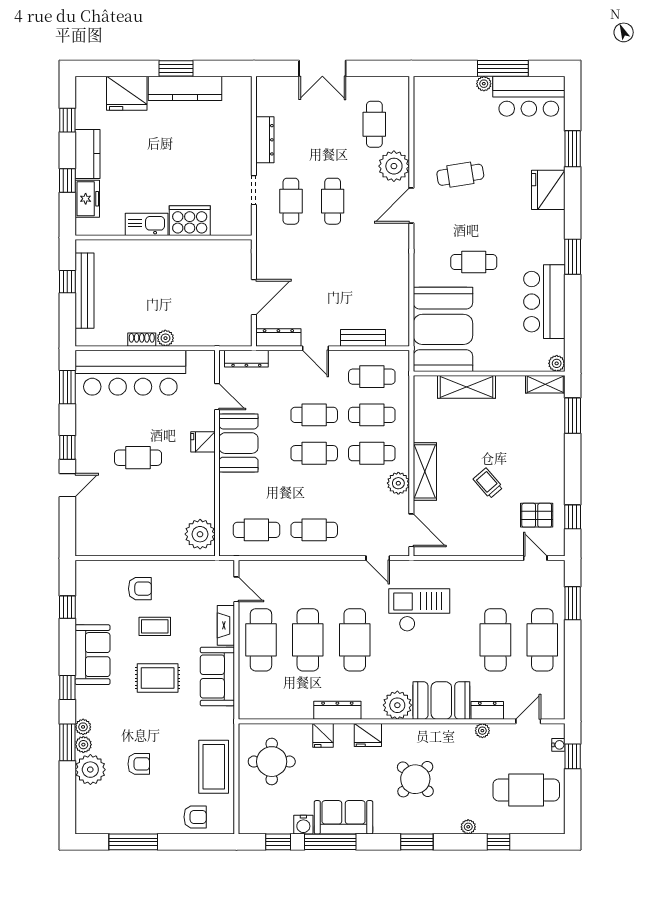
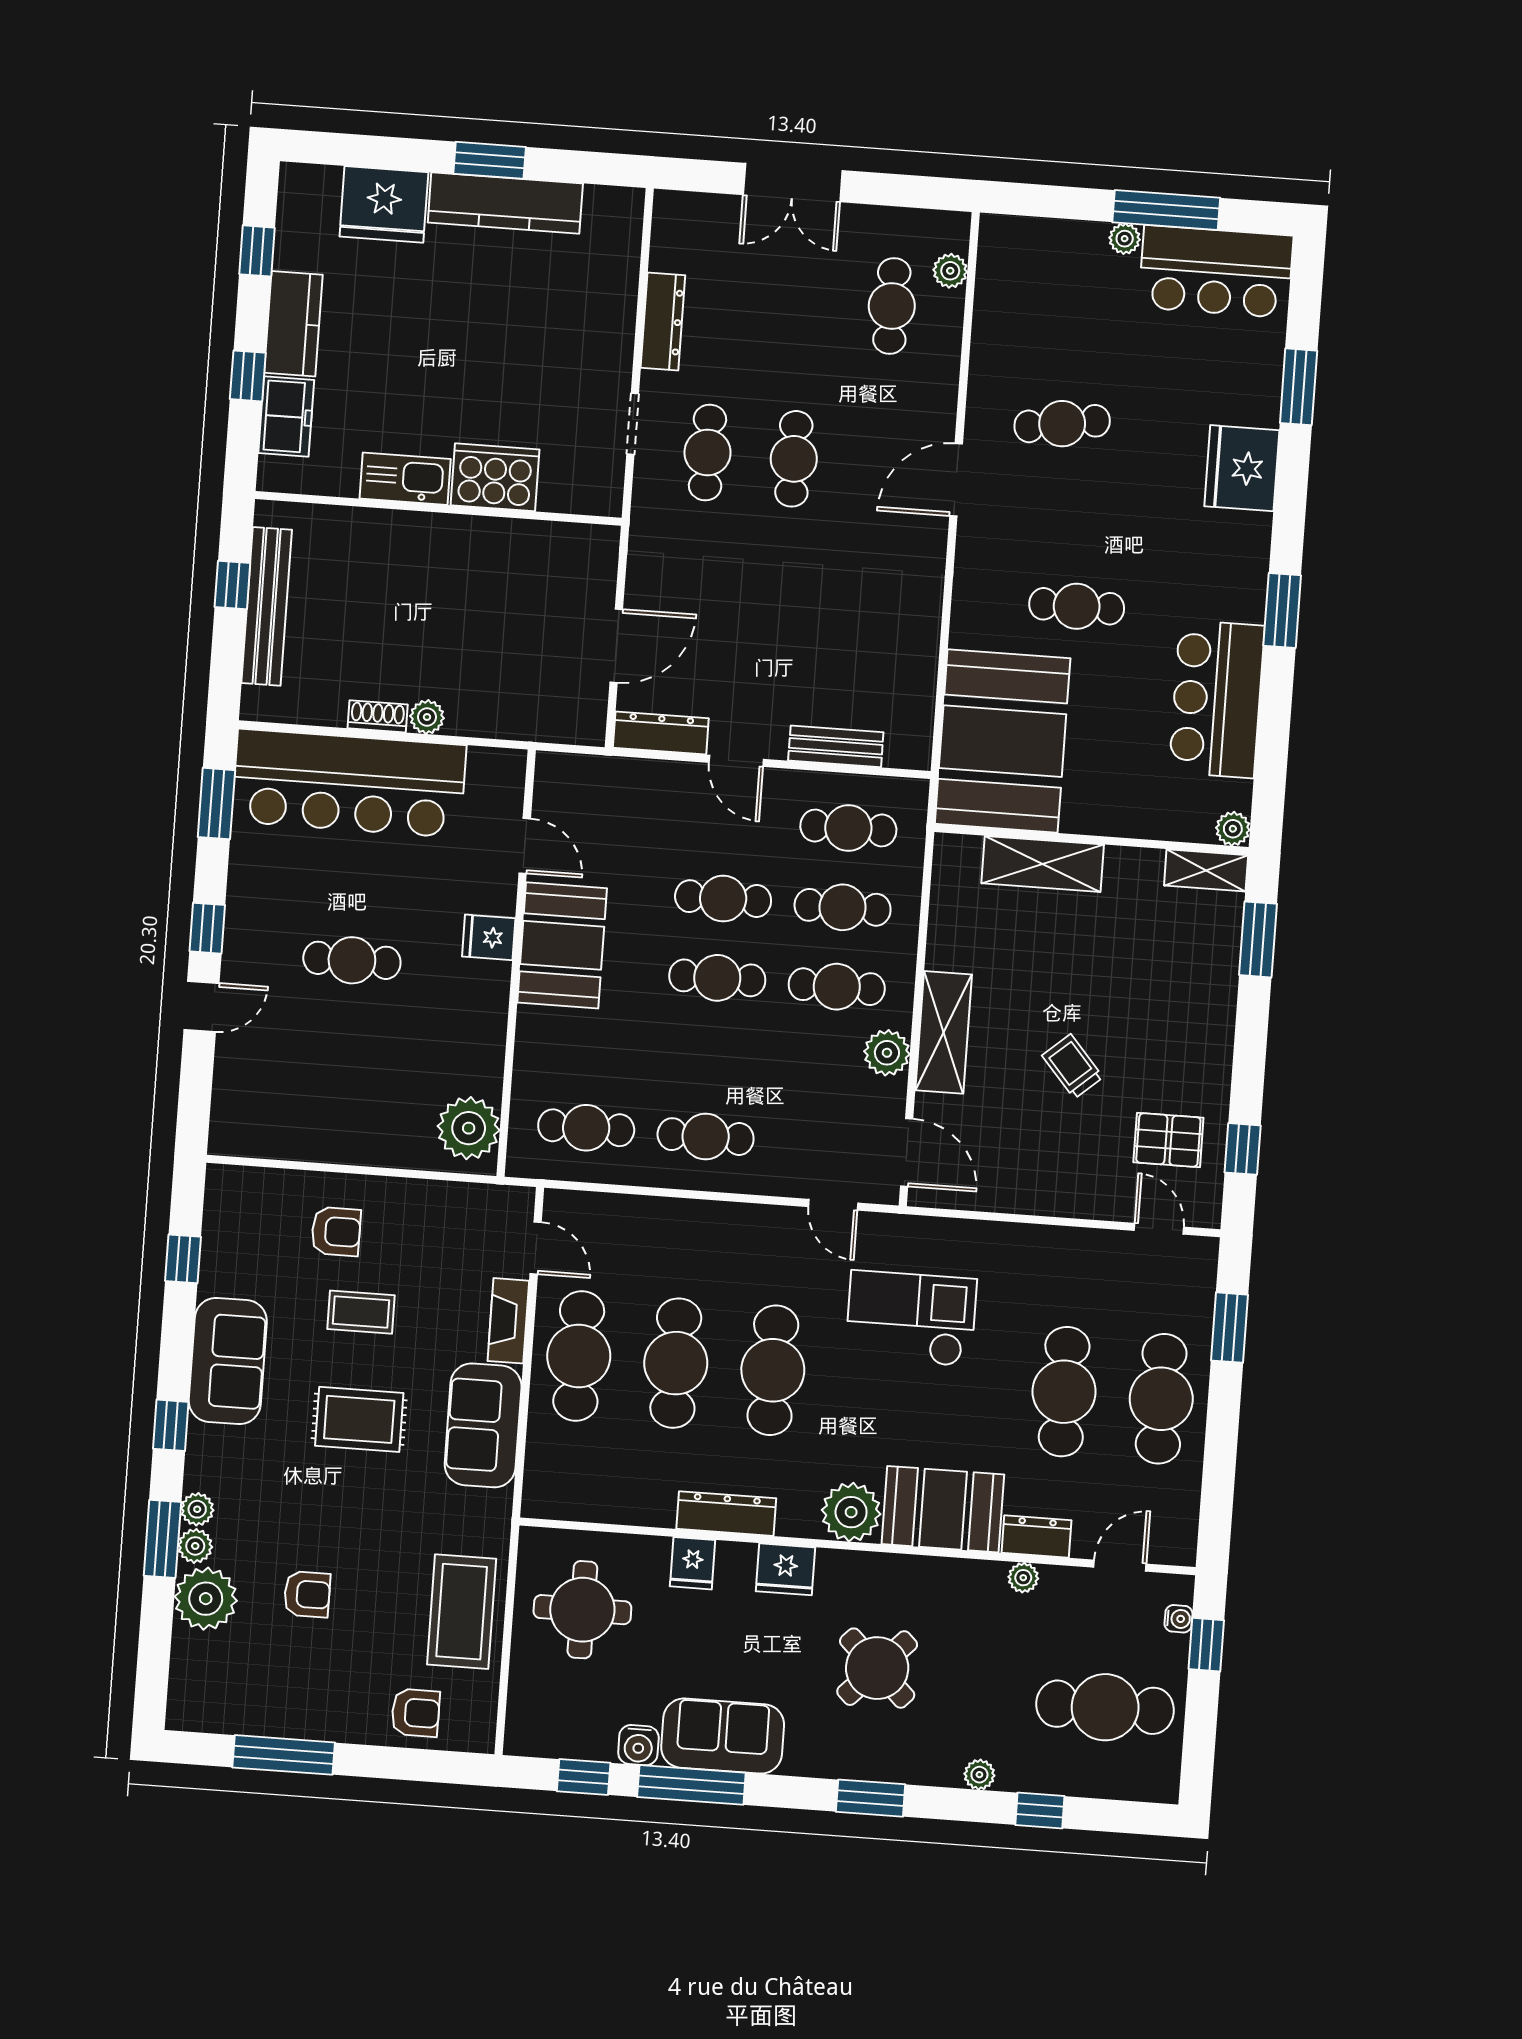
plant: (394, 166) -> (950, 271), moved, width x0.53, depth x0.53
dresser: (246, 359) -> (591, 772), removed

